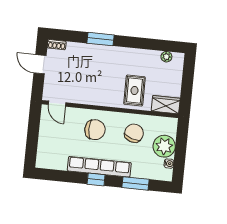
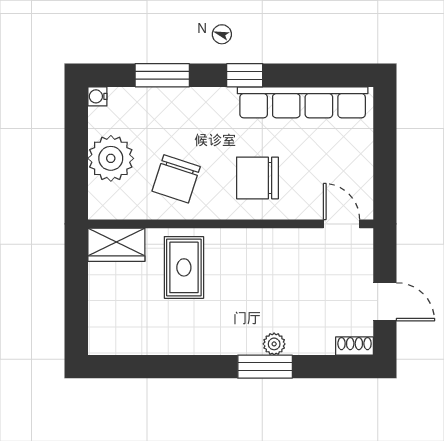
plant: (166, 57) -> (274, 344), moved
water cooler: (169, 164) -> (97, 96), moved
row of seats: (99, 167) -> (303, 102), moved

